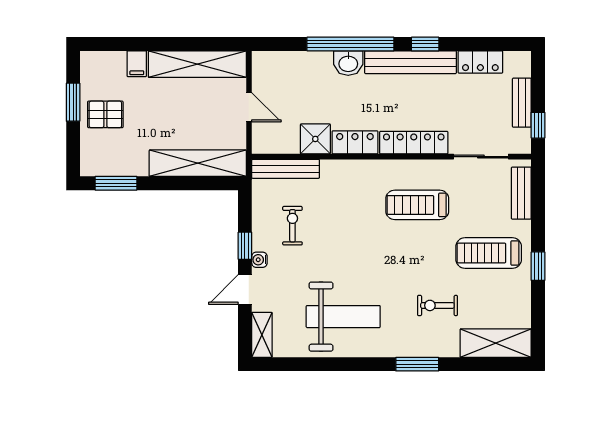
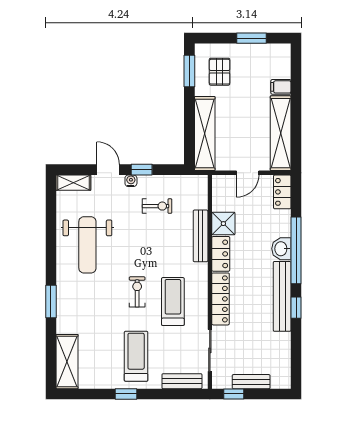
locker: (480, 62) -> (282, 192), moved
pallet: (105, 114) -> (220, 72), moved
bench: (286, 169) -> (201, 236), moved
exercise bike: (437, 305) -> (137, 292), moved

